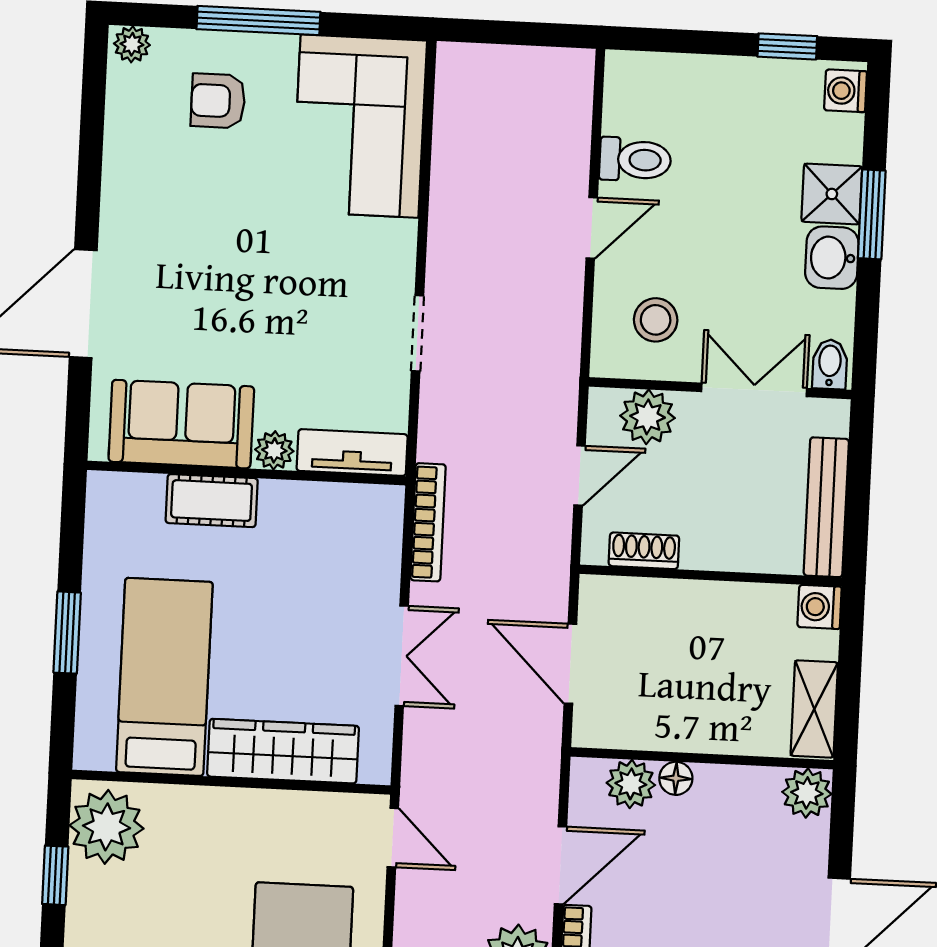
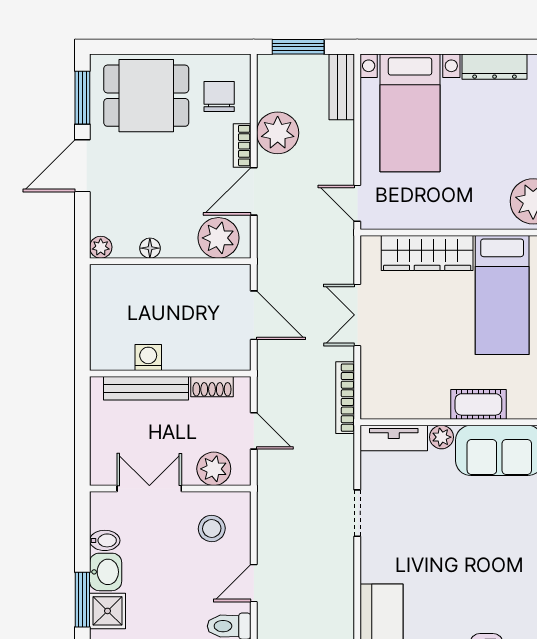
bidet: (830, 364) -> (105, 540), moved, turned -90
double door: (754, 390) -> (149, 489), swing flipped
door: (580, 475) -> (254, 431), swing flipped
bench: (826, 507) -> (146, 388), moved, turned 90
washing machine: (820, 607) -> (148, 358), moved, turned -90
shelving: (814, 709) -> (103, 295), removed
floor lamp: (676, 778) -> (150, 248), moved
plant: (631, 784) -> (218, 238), width x1.36, depth x1.36
plant: (807, 793) -> (101, 247), width x0.73, depth x0.73

